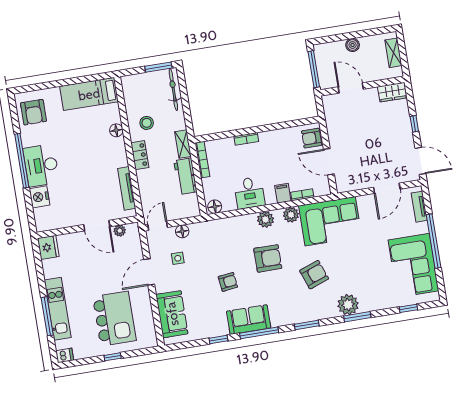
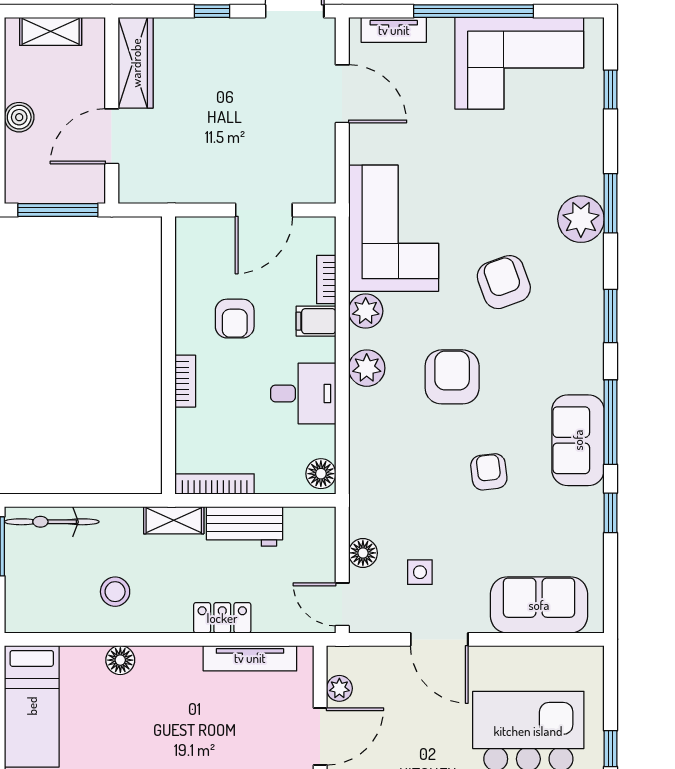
wardrobe: (392, 92) -> (136, 63), width x1.50
armchair: (312, 138) -> (235, 319), moved
locker: (140, 155) -> (222, 618), moved

